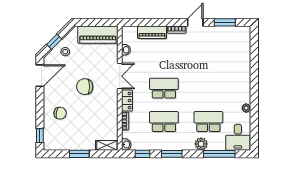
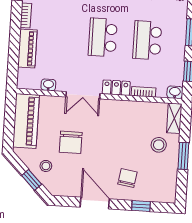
door: (40, 76) -> (95, 203), moved
double door: (120, 76) -> (83, 95), swing flipped
chair: (85, 87) -> (71, 142), moved
stool: (86, 135) -> (159, 145), added
window: (40, 136) -> (141, 206), moved

